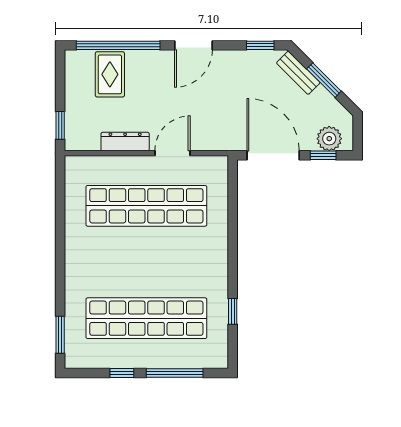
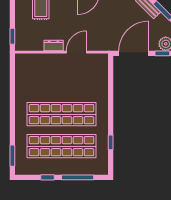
dresser: (125, 142) -> (54, 46), width x0.70
door: (273, 155) -> (134, 53), hinge flipped
shop shelf: (146, 206) -> (62, 114), moved

